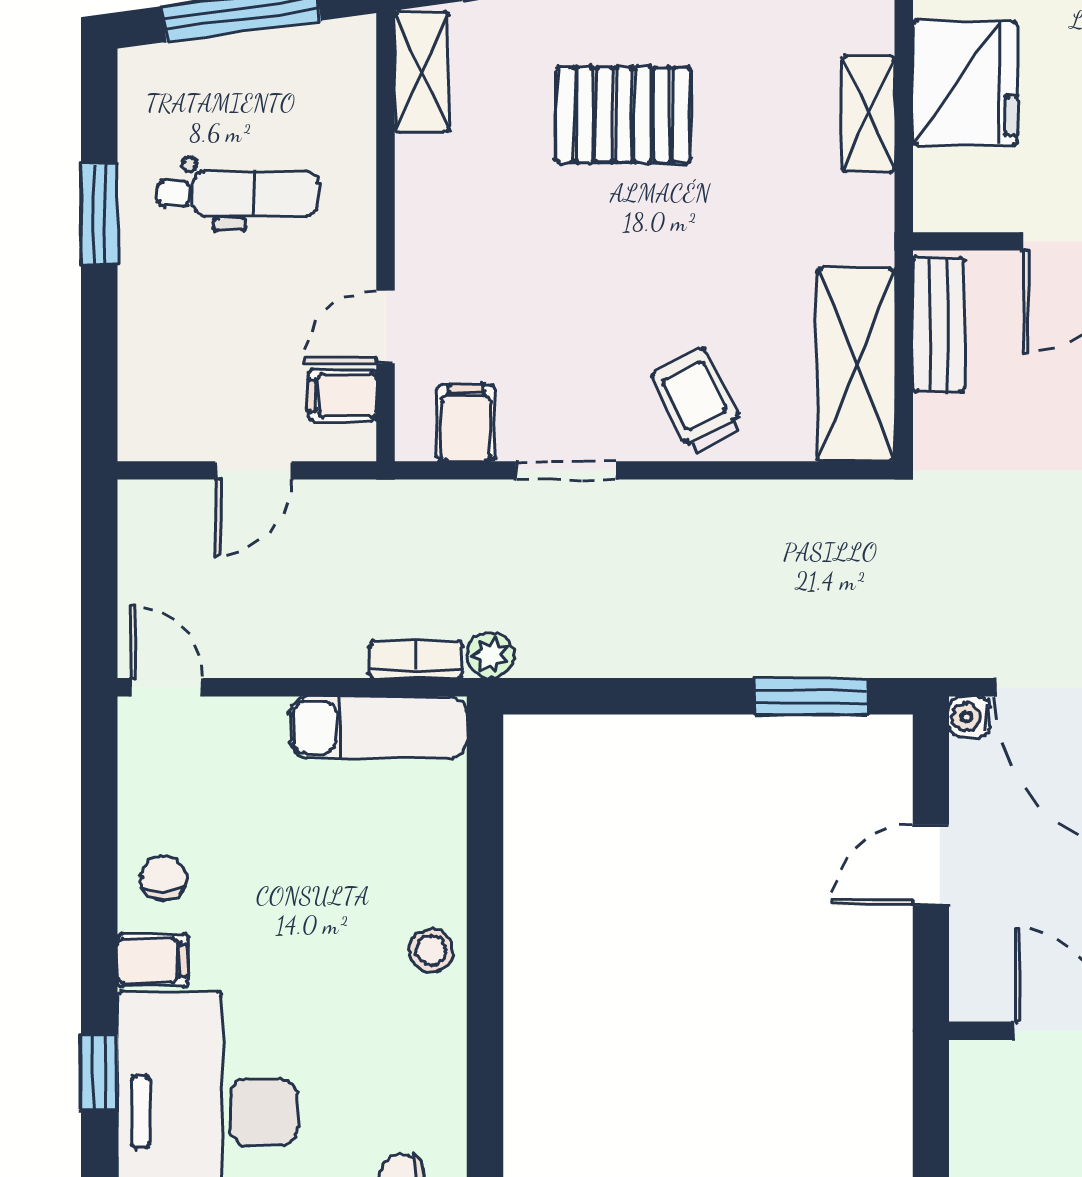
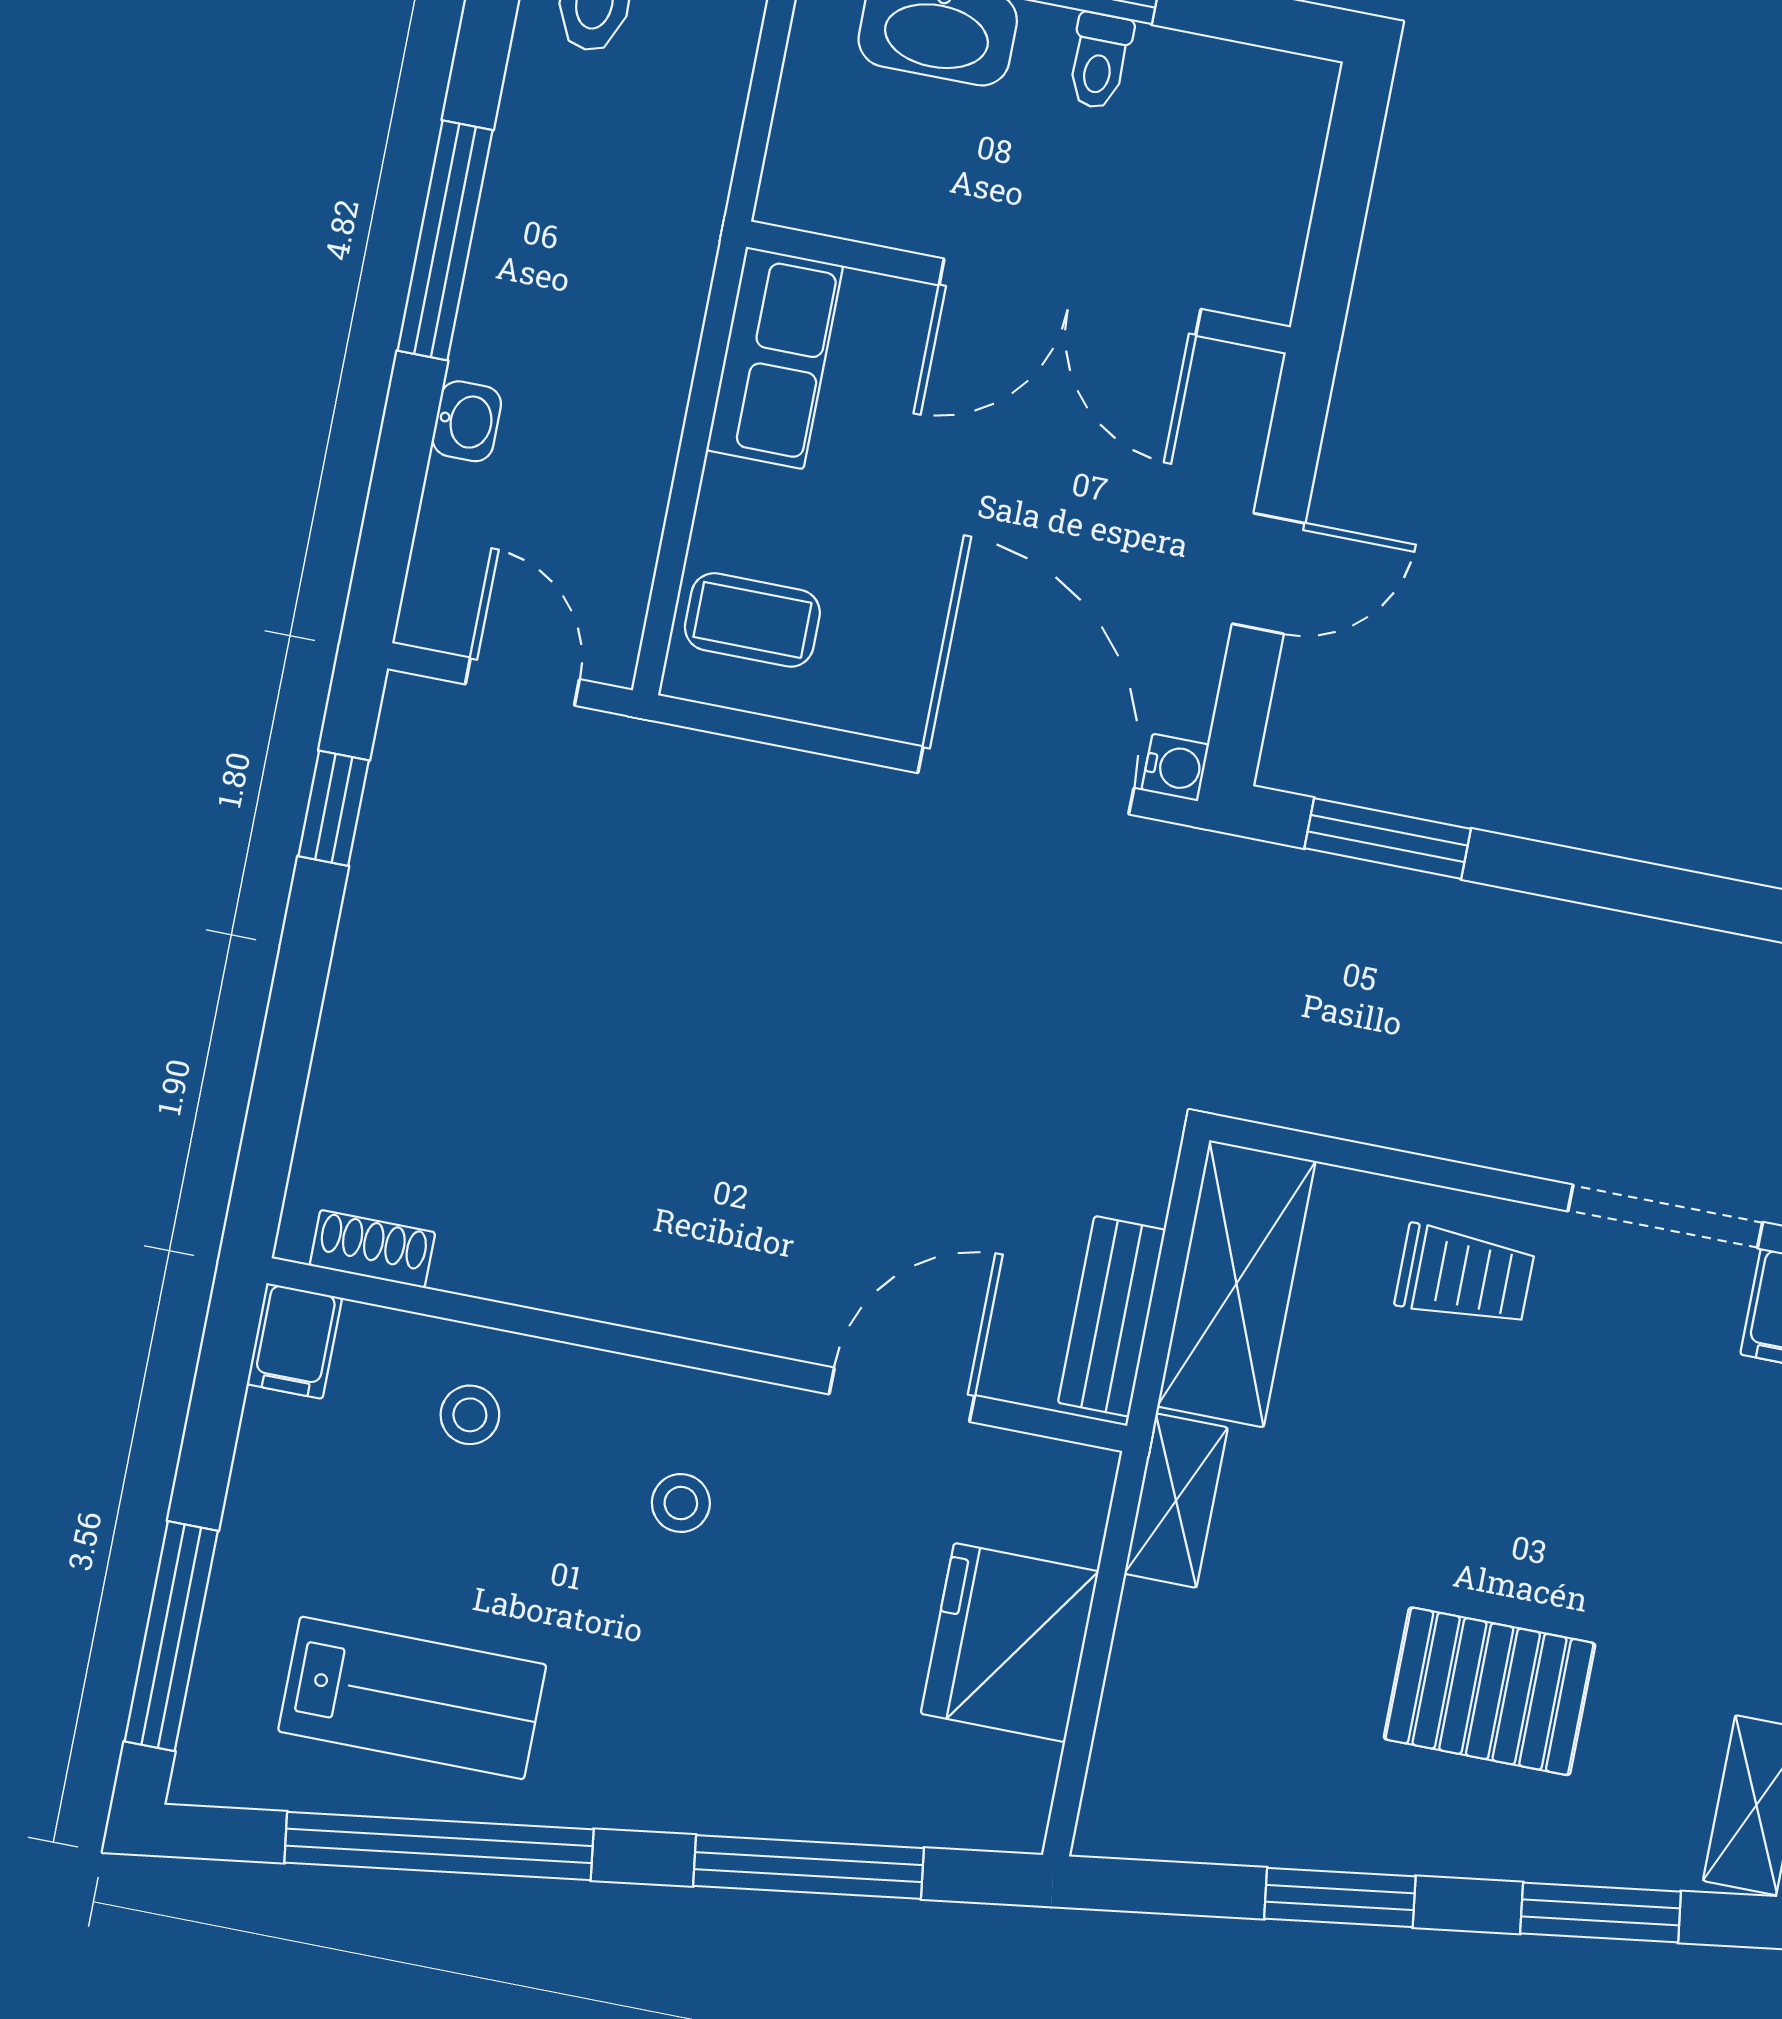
shelving: (868, 114) -> (1176, 1501), moved
trolley: (698, 402) -> (1465, 1276), turned -63
doorway: (566, 470) -> (1665, 1217), width x1.38

